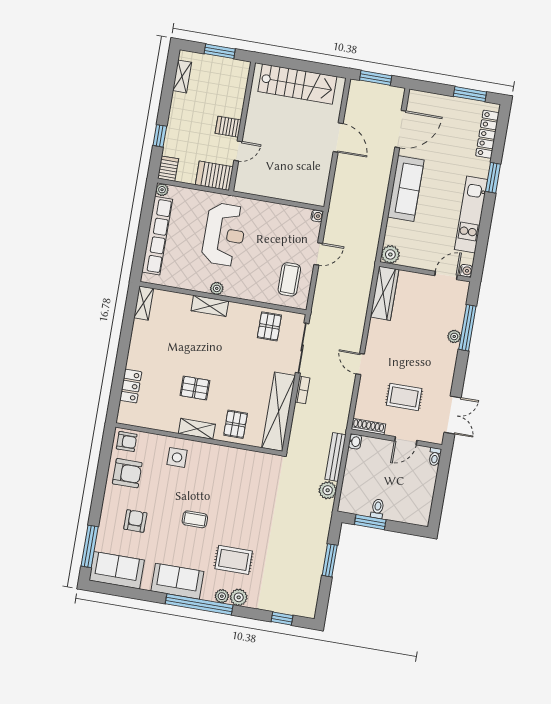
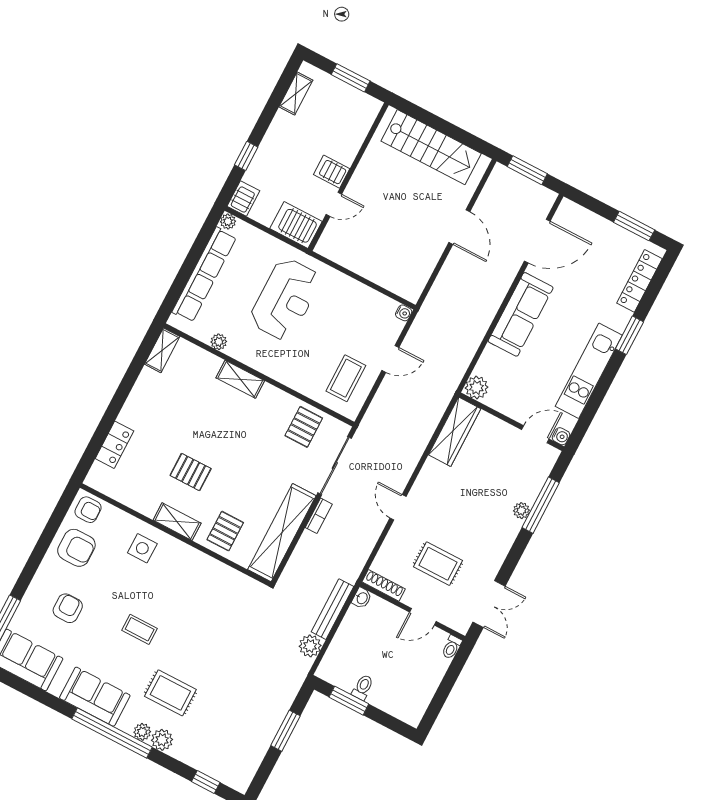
plant: (217, 288) -> (219, 342), moved

